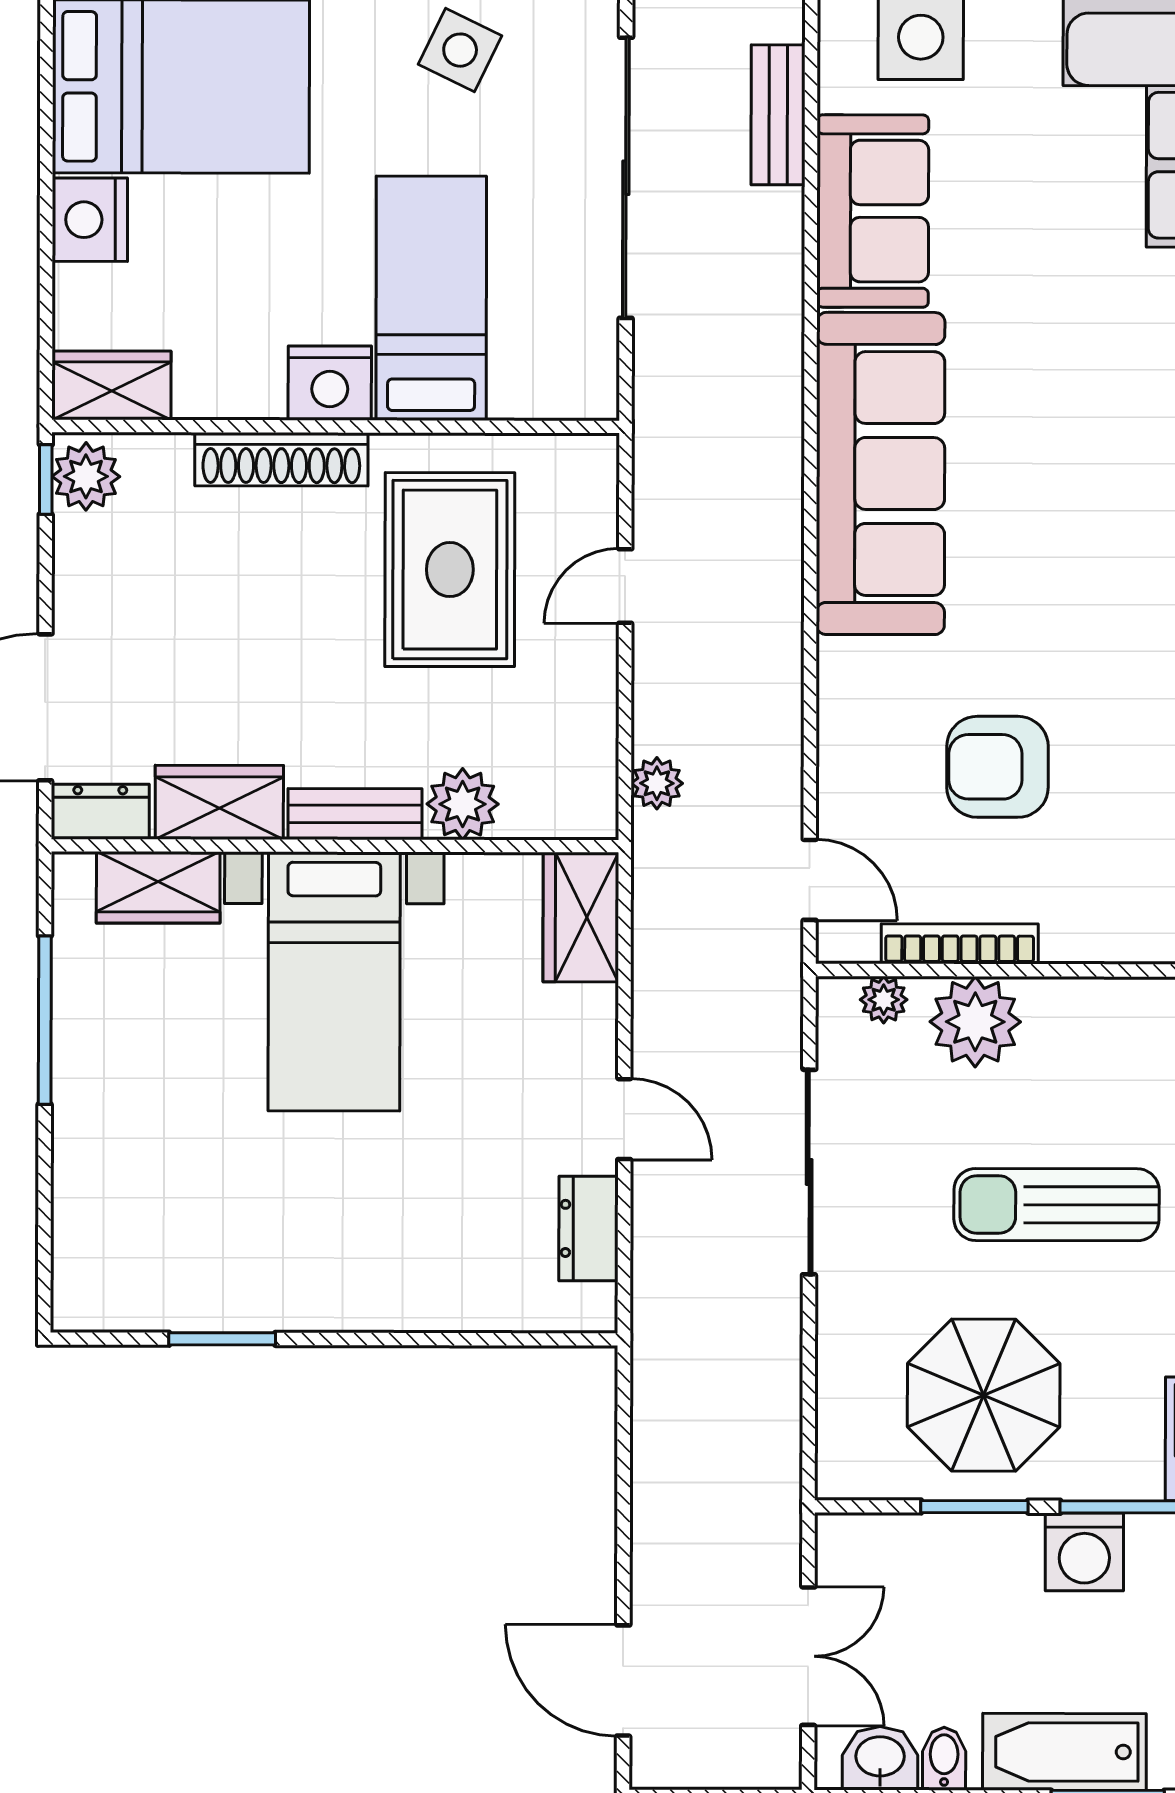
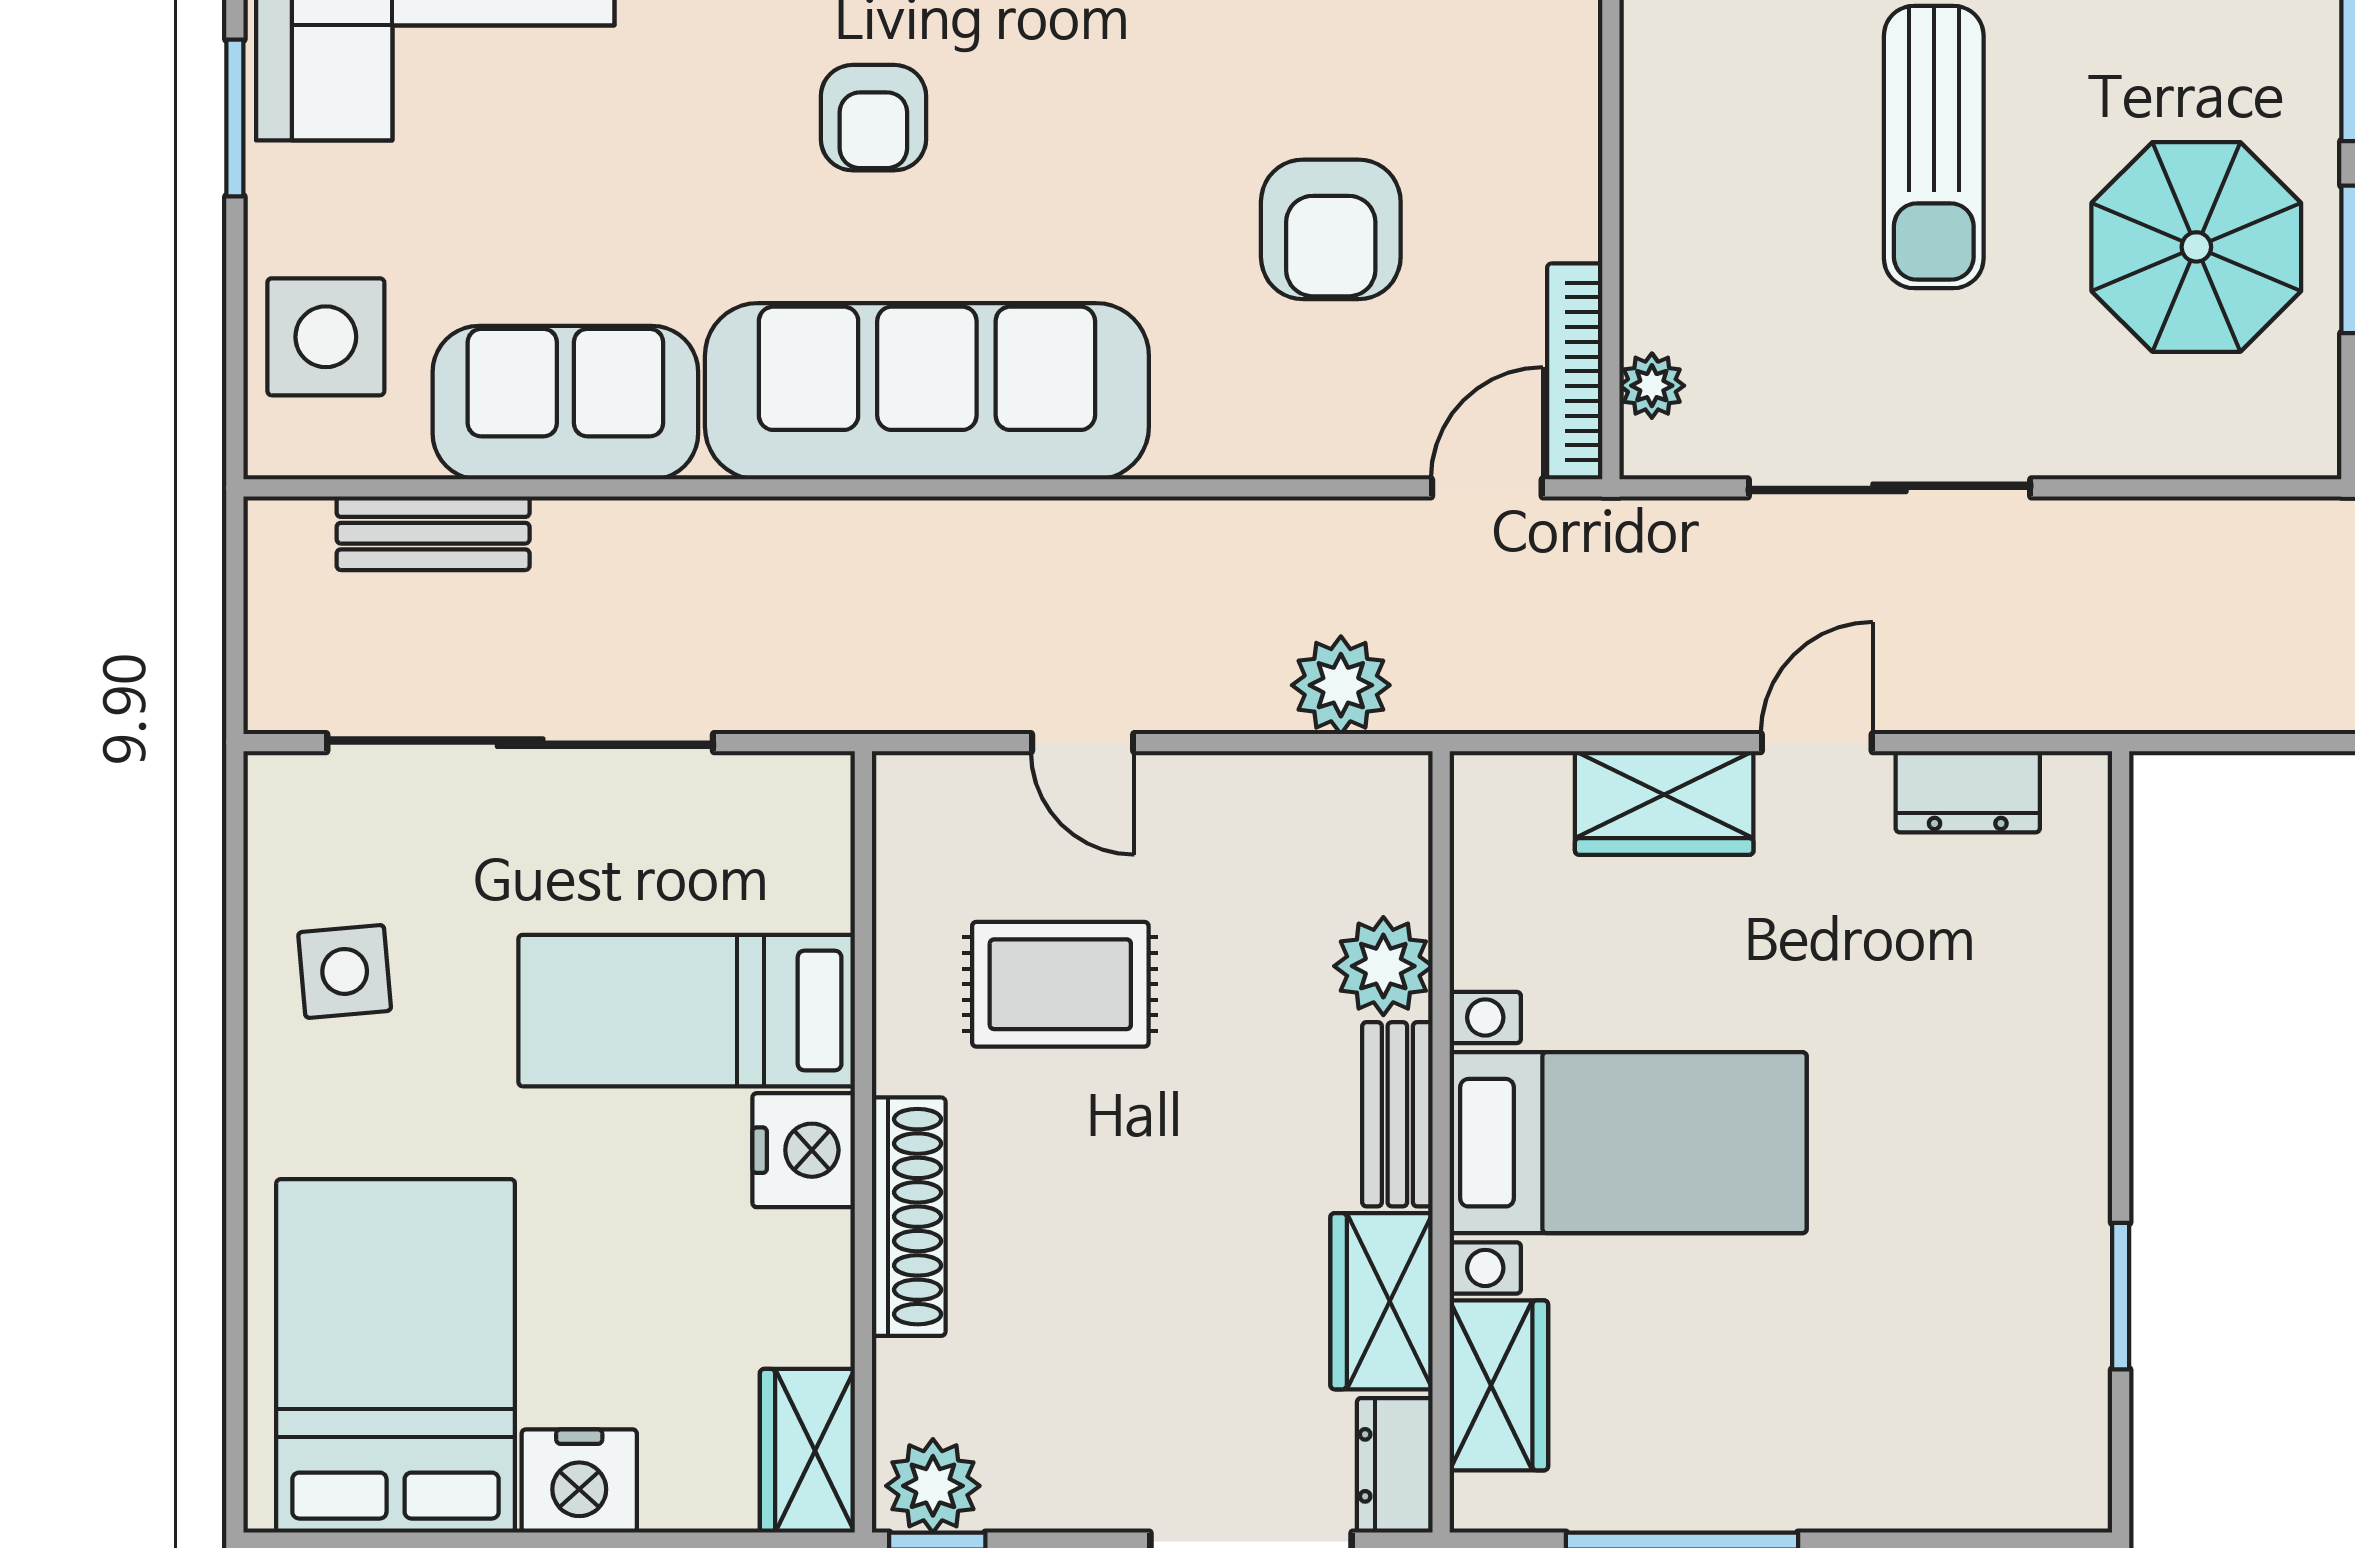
side table: (460, 50) -> (345, 971), turned -31
armchair: (1079, 435) -> (873, 118), added
rug: (450, 570) -> (1060, 984), width x0.73, depth x0.70
plant: (657, 783) -> (1341, 685), width x1.38, depth x1.38
wardrobe: (581, 917) -> (1664, 803), moved
bookcase: (960, 944) -> (1575, 371), moved
plant: (975, 1022) -> (1682, 259), removed

